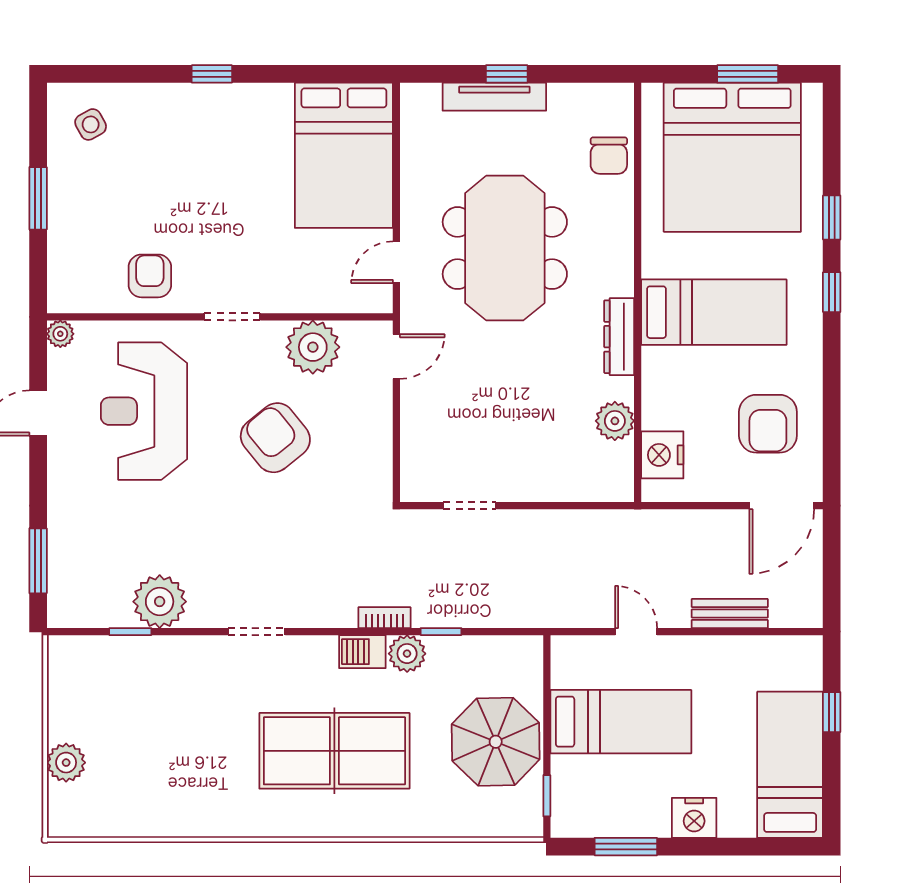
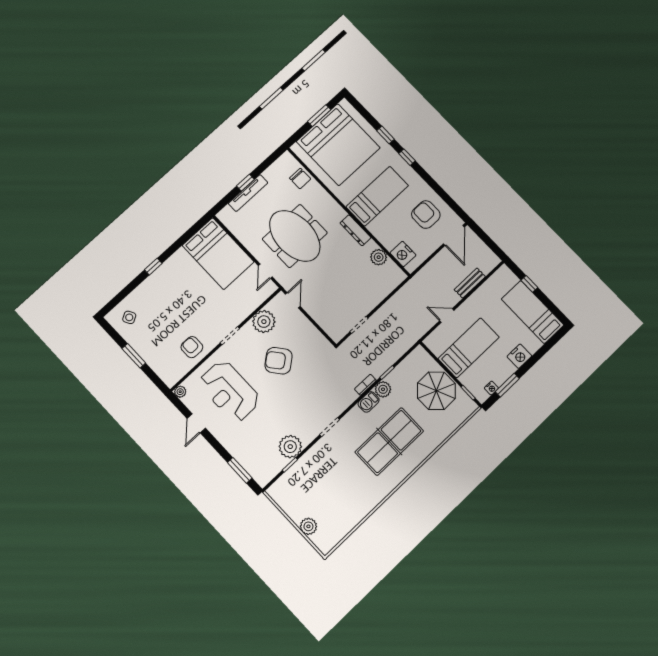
armchair: (768, 424) -> (426, 215), turned 180
nightstand: (594, 826) -> (491, 388), added

